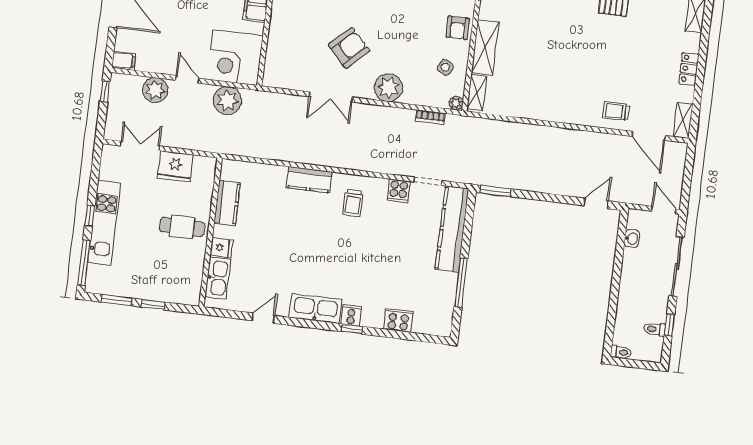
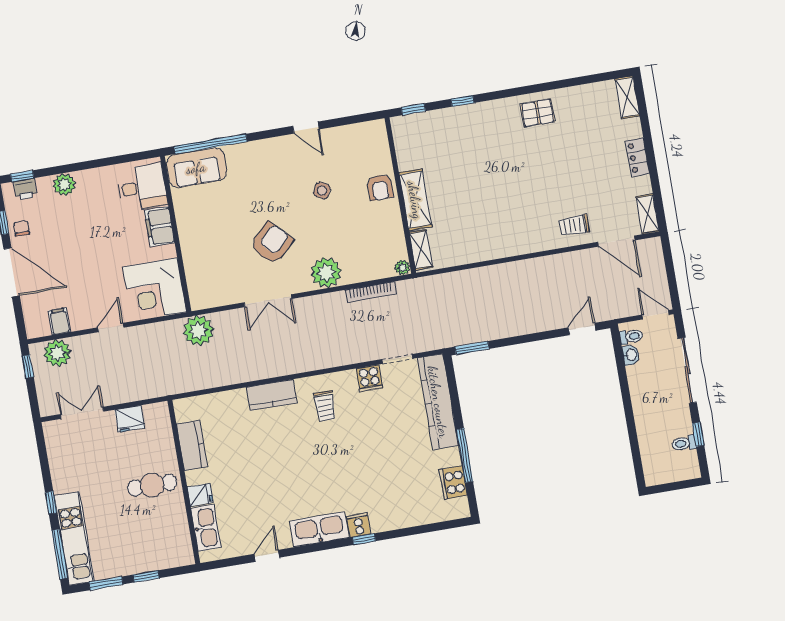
filing cabinet: (124, 61) -> (59, 321), moved, turned -90
side table: (445, 67) -> (322, 191), moved
door: (187, 79) -> (111, 328), hinge flipped
plant: (155, 90) -> (57, 353), moved
plant: (227, 100) -> (198, 331), moved
bookcase: (430, 117) -> (371, 292), width x1.56
fridge: (175, 166) -> (130, 419), width x0.73, depth x0.75
kitchen unit: (104, 223) -> (74, 538), moved
cooker: (398, 320) -> (453, 483), moved, turned -90
toilet: (621, 352) -> (631, 336), moved

